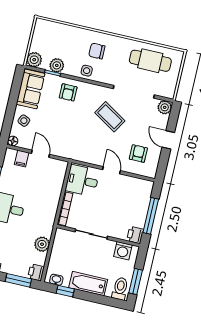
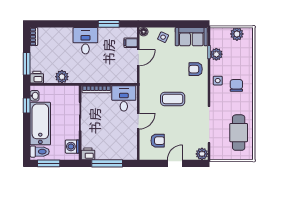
plant: (34, 60) -> (237, 34), moved
coffee table: (110, 117) -> (173, 99), moved, turned 58
bathtub: (88, 284) -> (40, 124), width x1.36, depth x1.36

